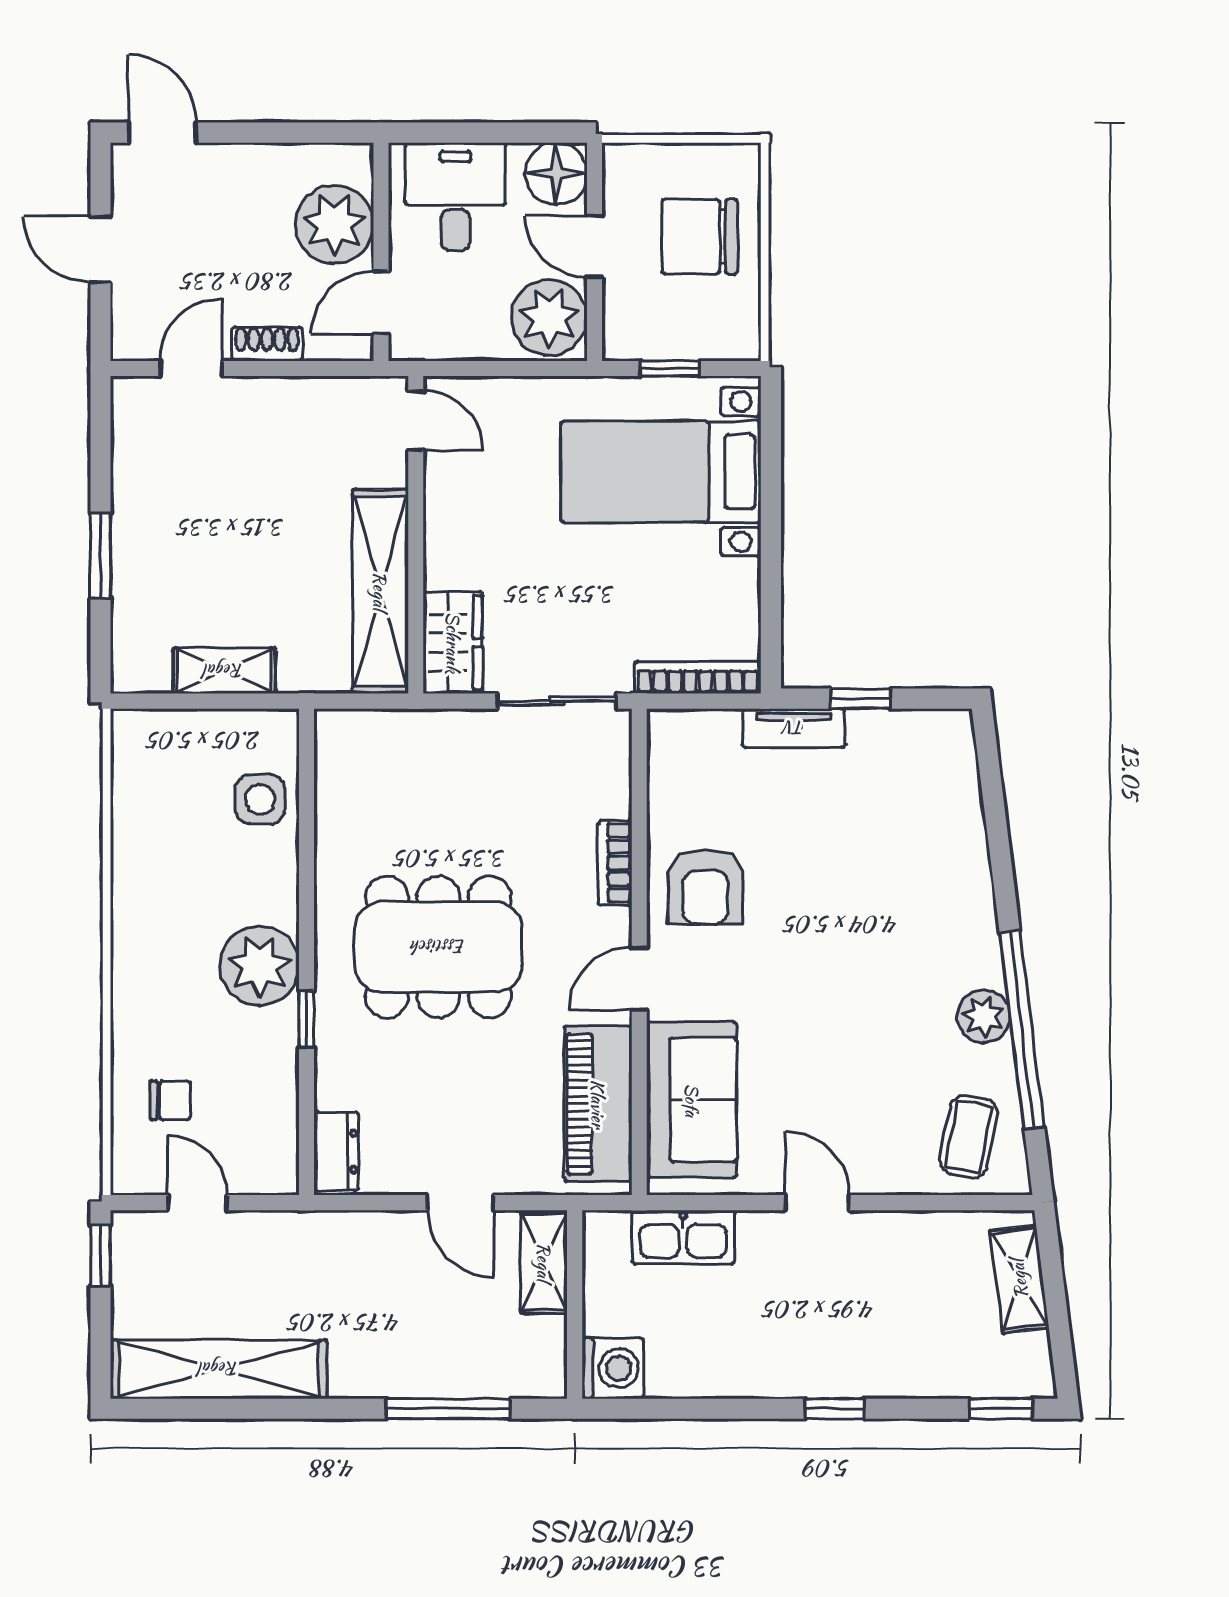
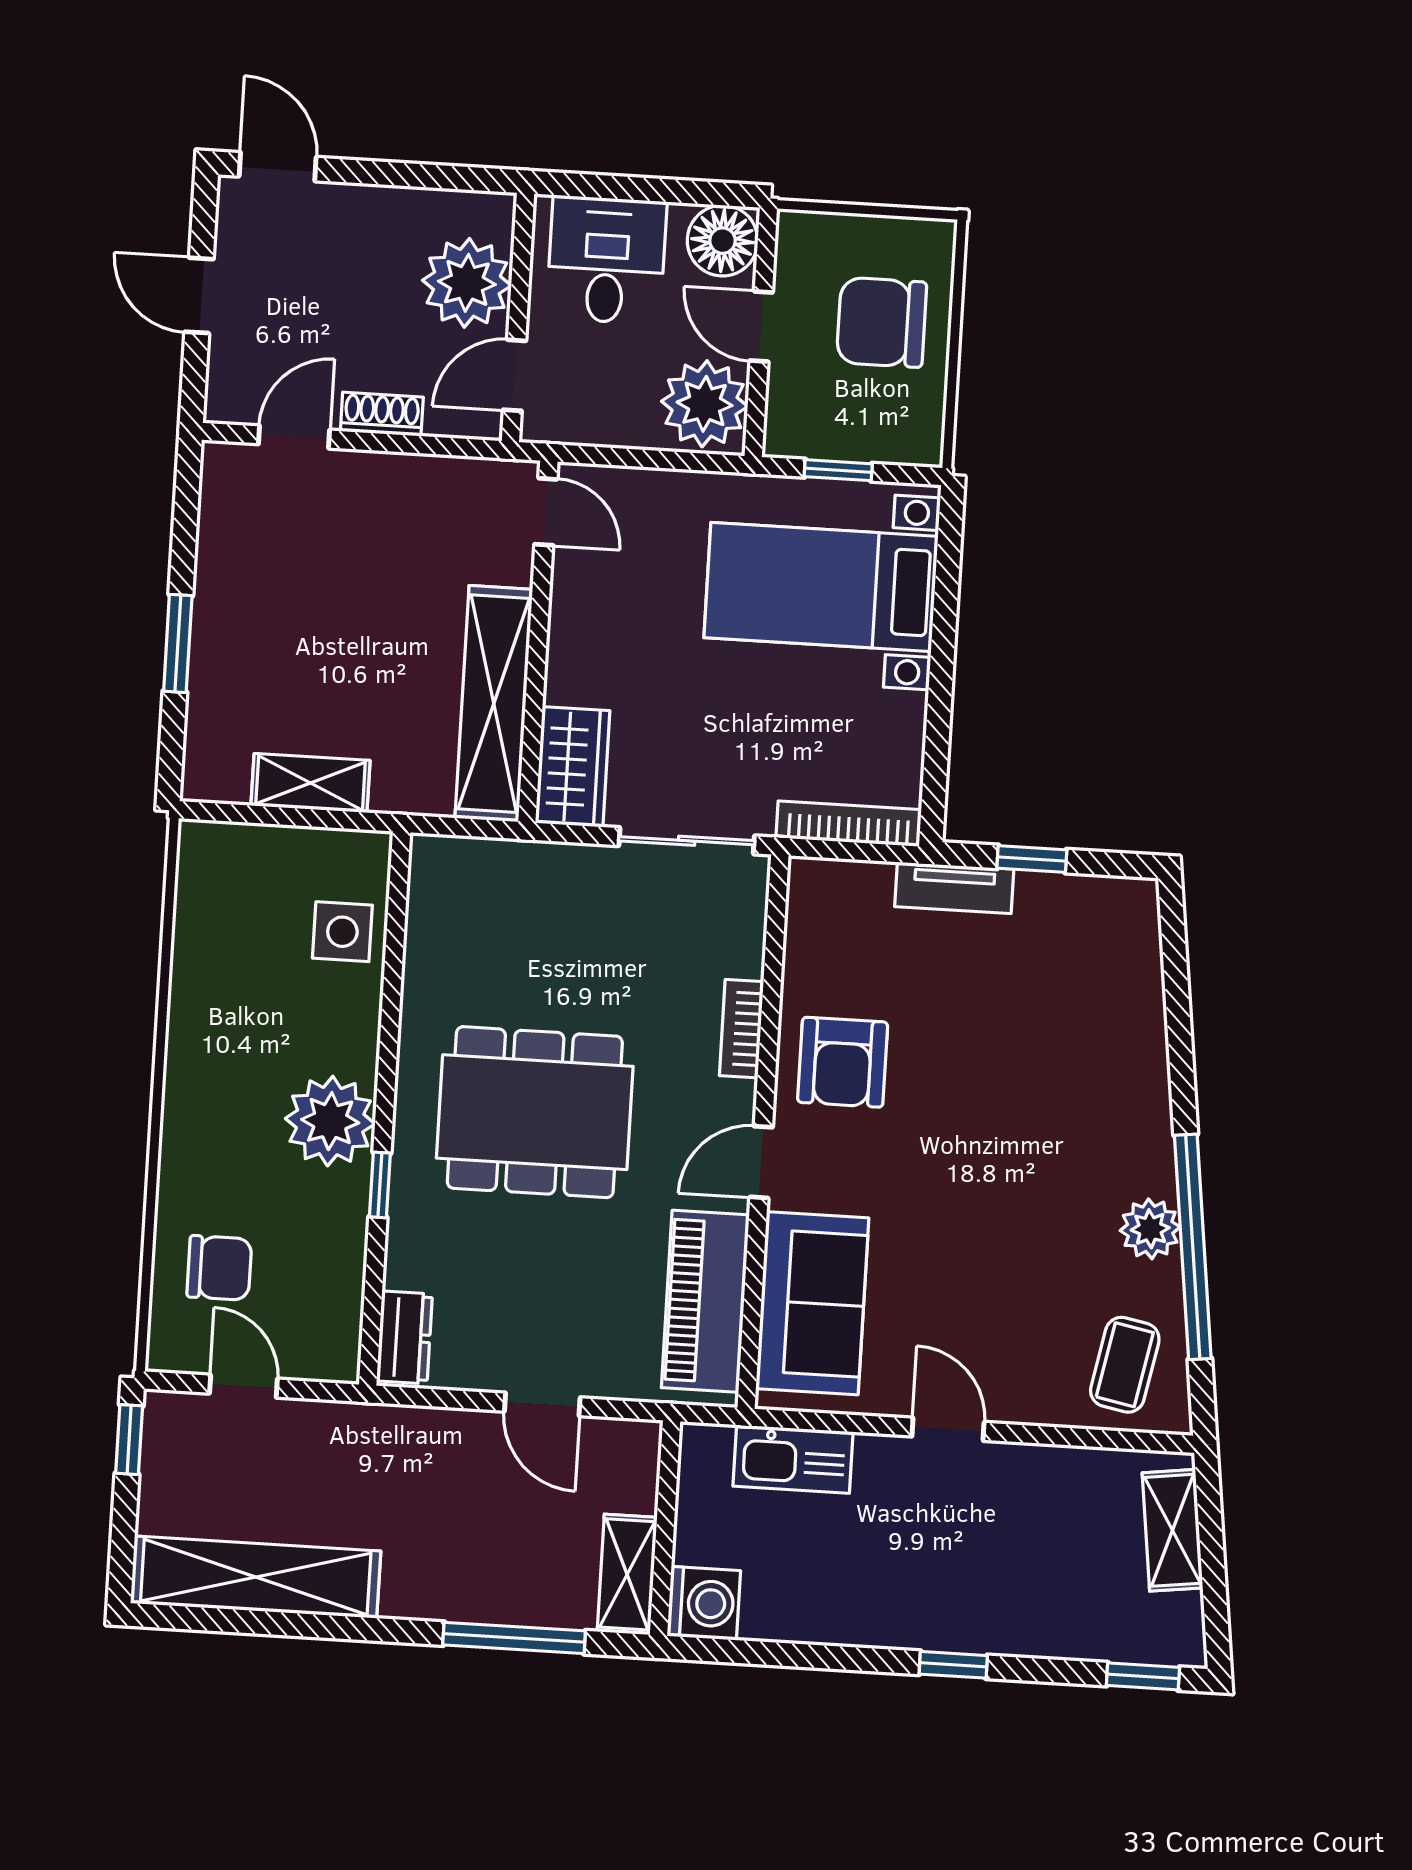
chair: (170, 1100) -> (219, 1268), width x1.37, depth x1.37
shelving: (544, 1262) -> (627, 1574), moved

